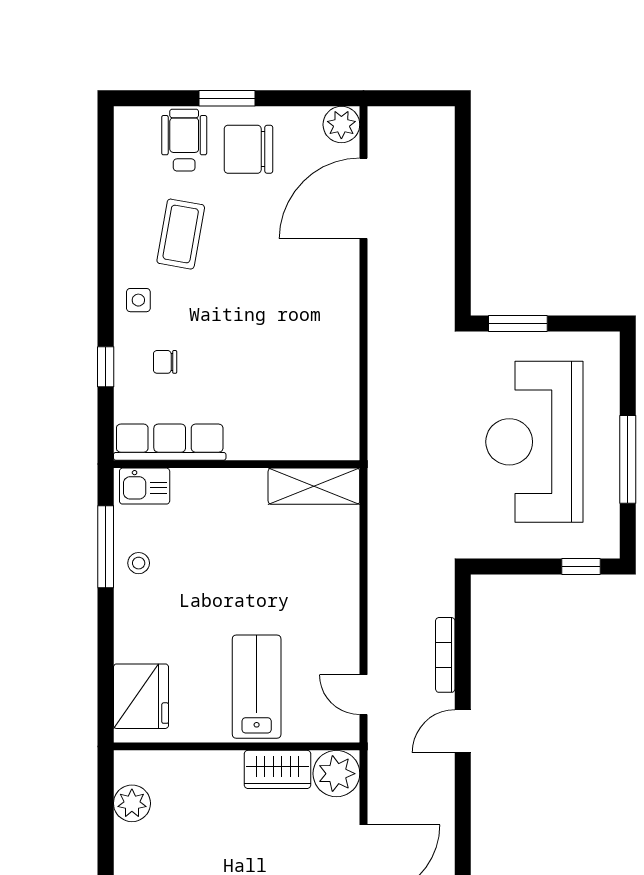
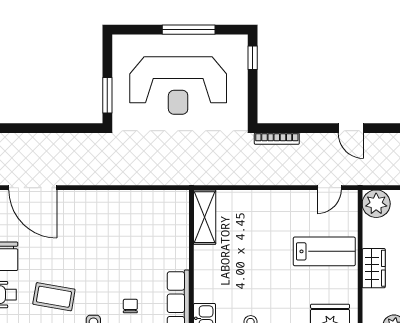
chair: (165, 362) -> (130, 306), turned 180
bookcase: (445, 655) -> (277, 139), moved
lab bench: (257, 687) -> (324, 251), turned 180
wardrobe: (278, 769) -> (374, 268), moved

